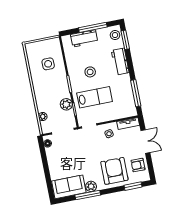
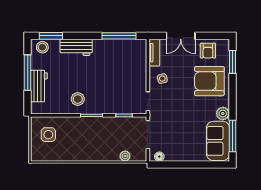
side table: (48, 64) -> (48, 135), moved
stool: (90, 72) -> (78, 99), moved
lab bench: (95, 97) -> (114, 88), removed
plant: (66, 104) -> (116, 124), removed
double door: (145, 141) -> (181, 36), swing flipped
window: (88, 195) -> (233, 136), moved

